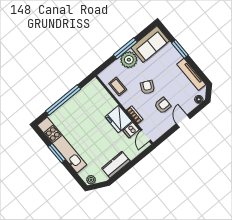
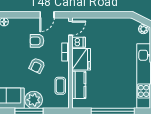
door: (183, 121) -> (47, 15), moved
kitchen counter: (116, 165) -> (79, 85), moved, turned -90

